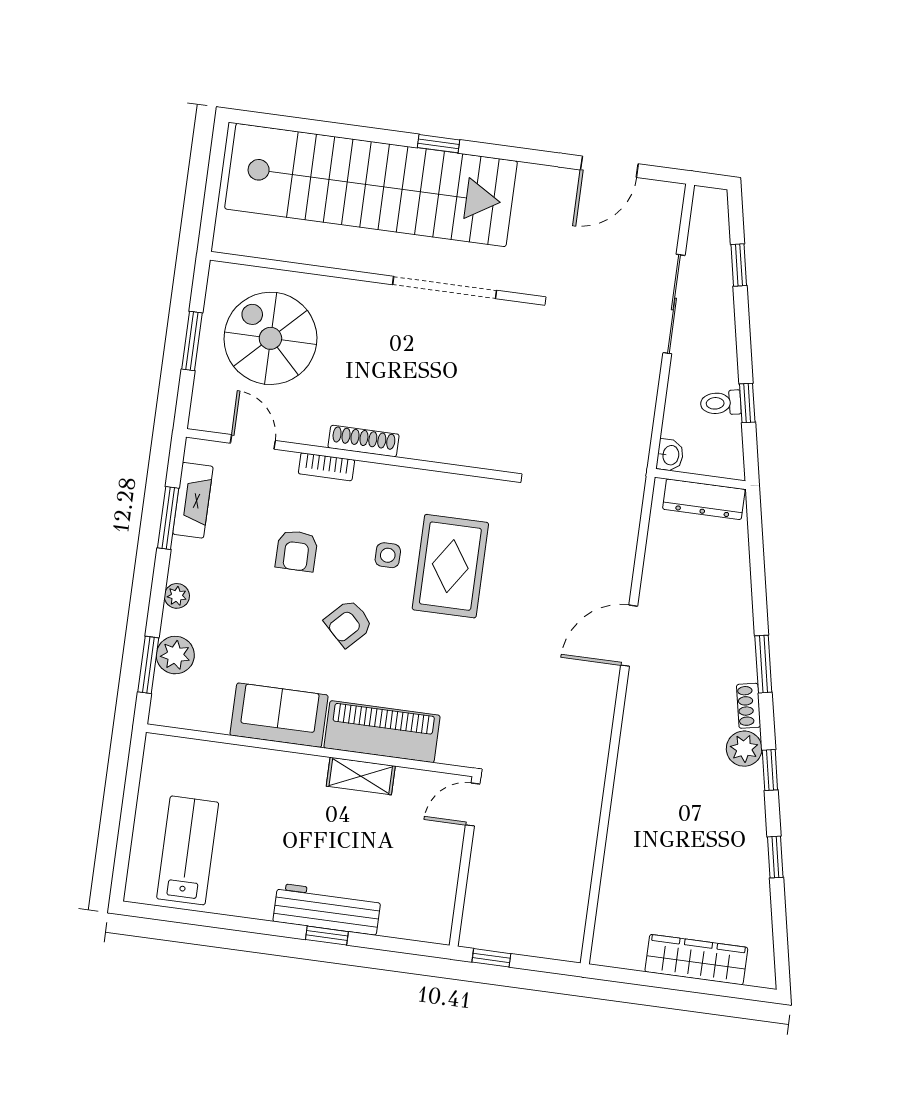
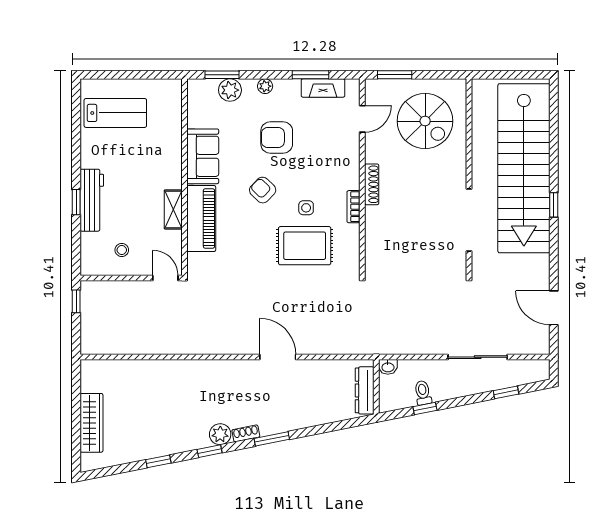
spiral stairs: (270, 338) -> (425, 121), turned 90
window: (192, 341) -> (395, 75), moved
bookcase: (326, 467) -> (354, 207), moved
armchair: (297, 551) -> (277, 137), moved, width x1.38, depth x1.38
stool: (416, 870) -> (122, 250), added

